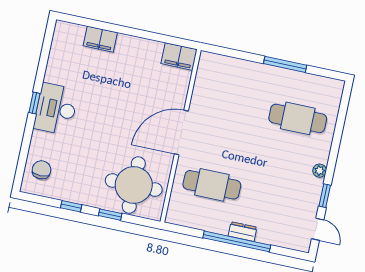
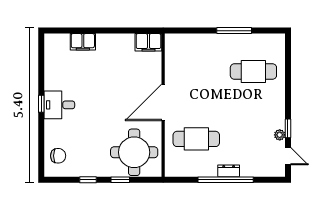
desk: (56, 109) -> (59, 105), width x0.73
chair: (41, 170) -> (58, 156), turned 90
plant: (320, 171) -> (280, 135), moved

